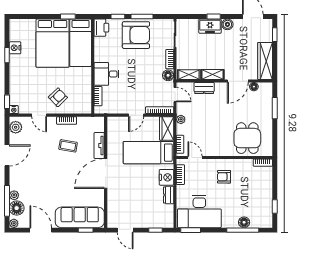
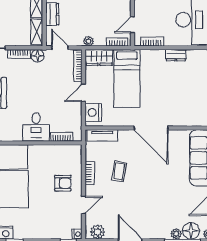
door: (175, 95) -> (60, 48), hinge flipped
armchair: (58, 97) -> (63, 183), turned 134
door: (136, 115) -> (84, 93), swing flipped
tv unit: (99, 146) -> (102, 135), moved
nightstand: (166, 177) -> (93, 113), moved, turned -90

